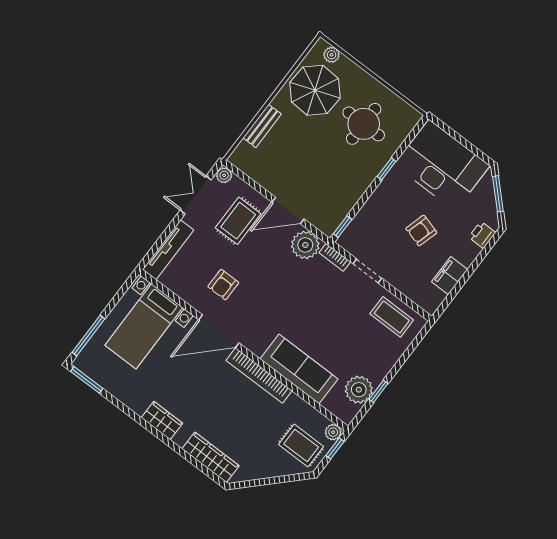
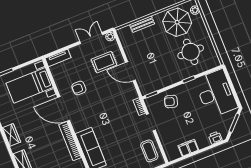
armchair: (421, 231) -> (171, 102), moved
plant: (305, 245) -> (129, 93), removed
tv unit: (168, 250) -> (58, 58), width x0.71

